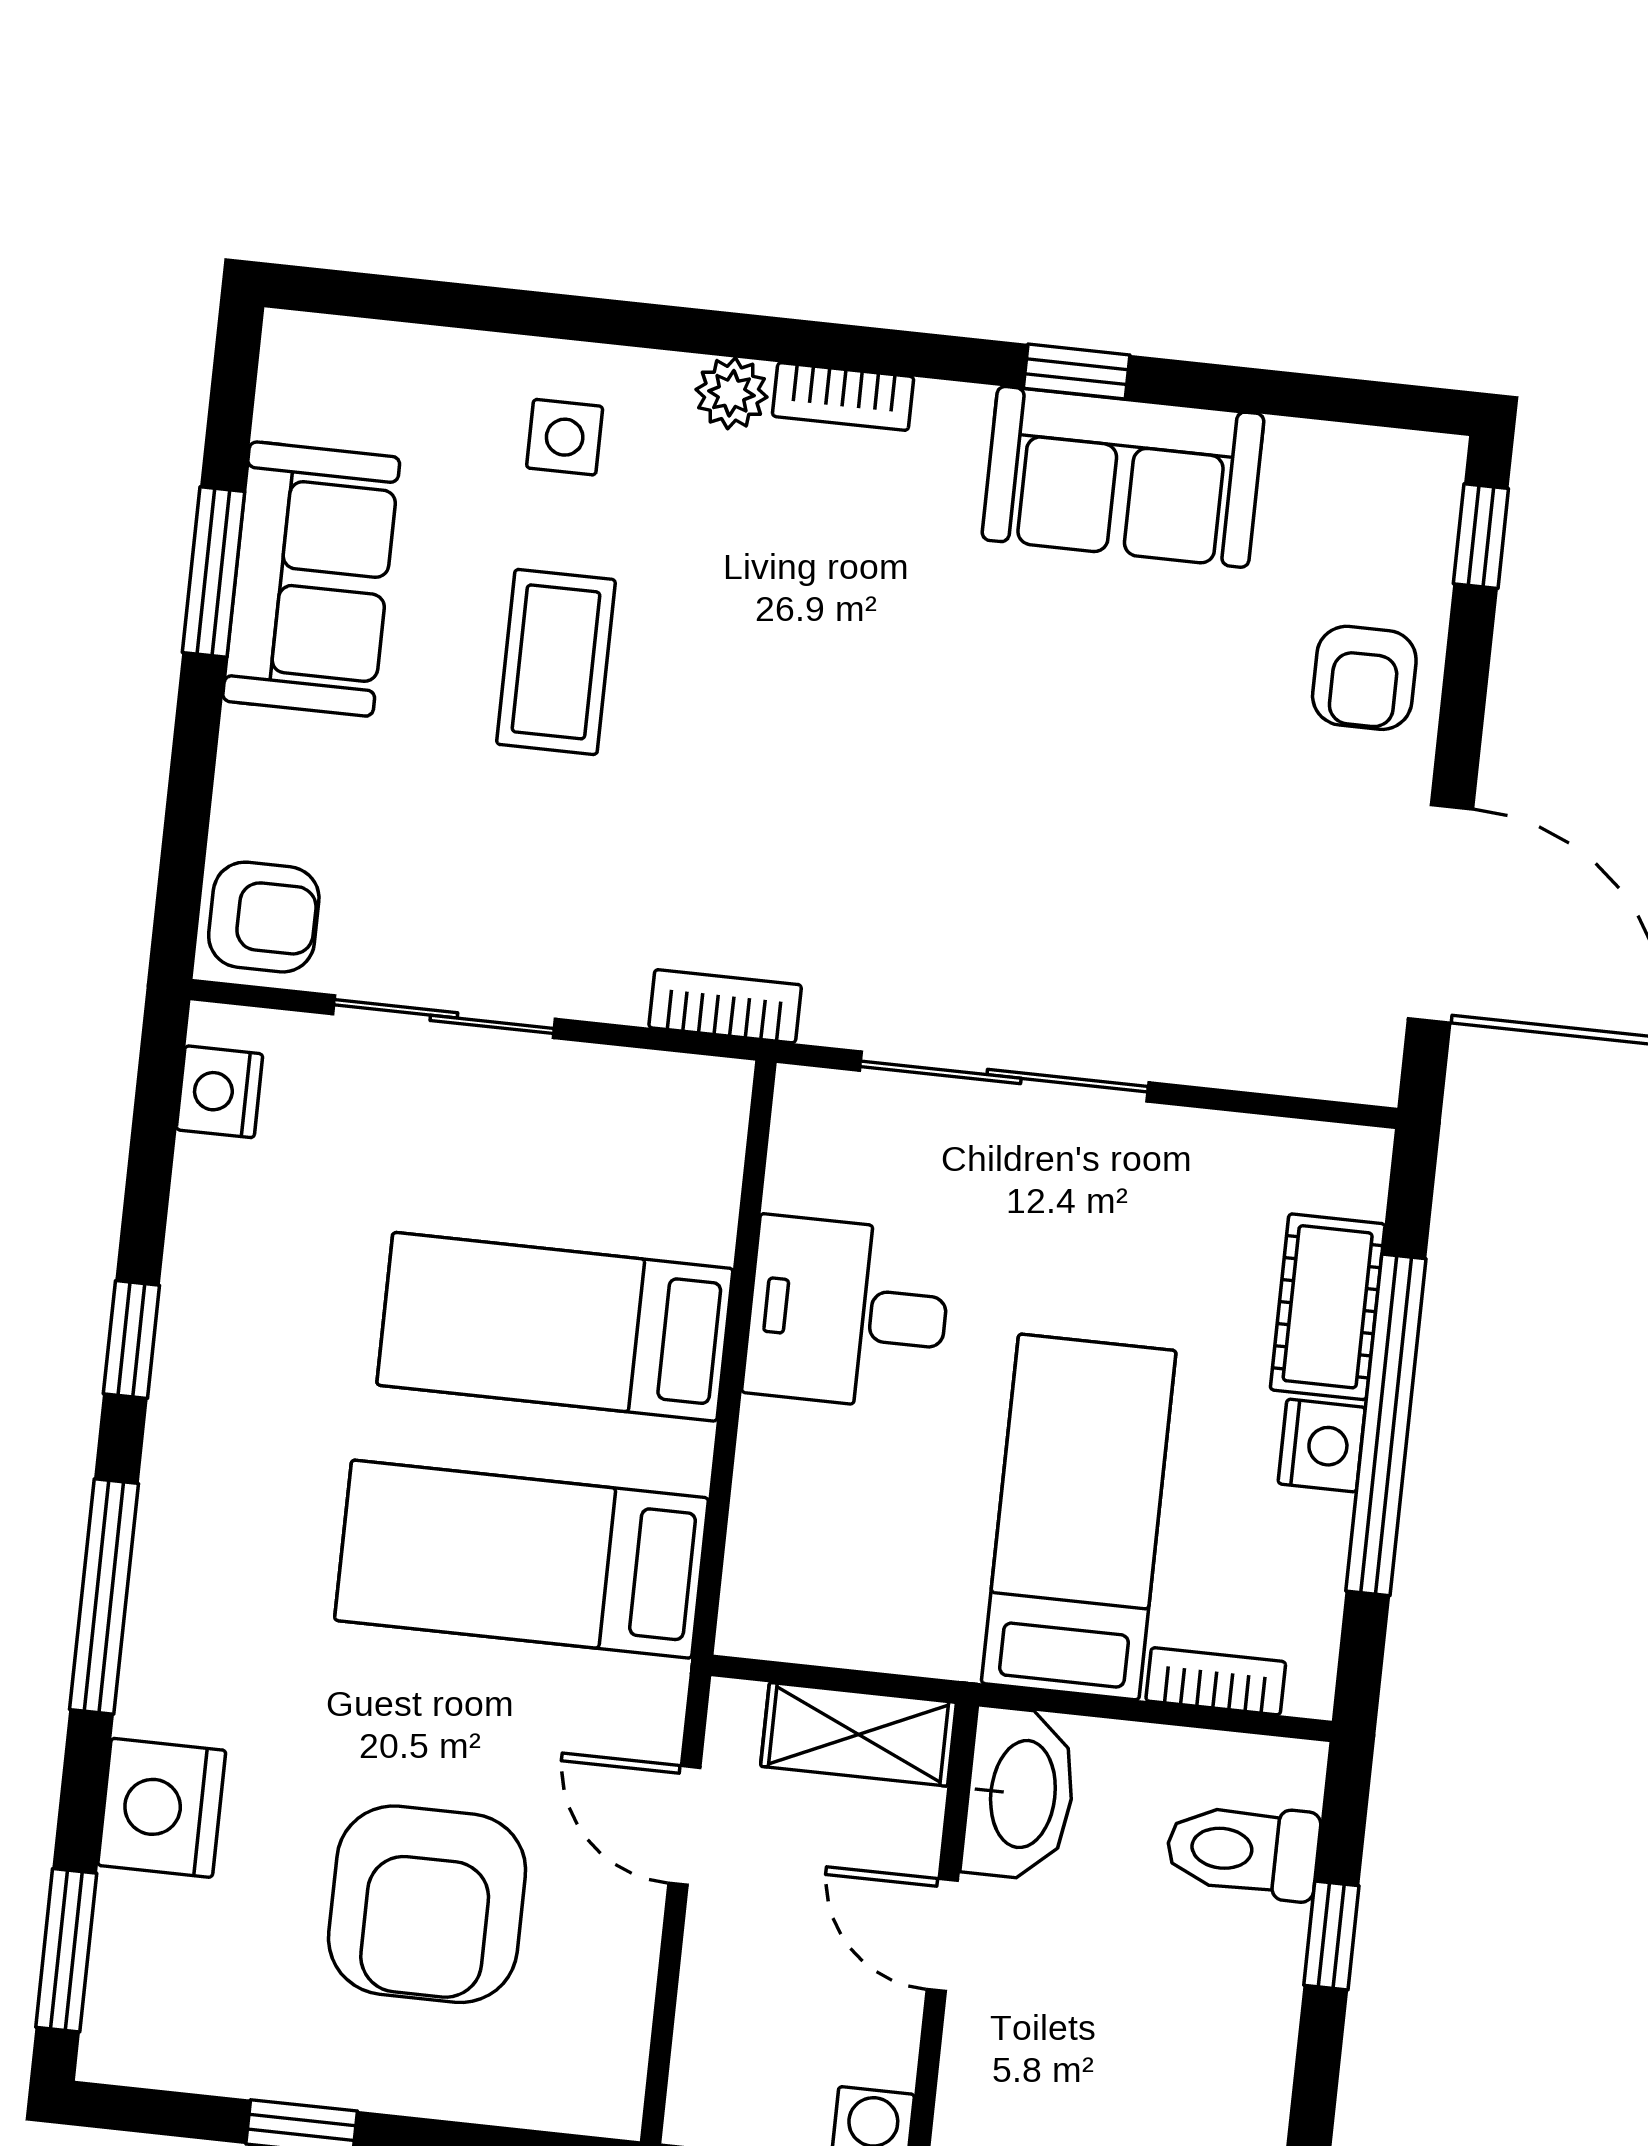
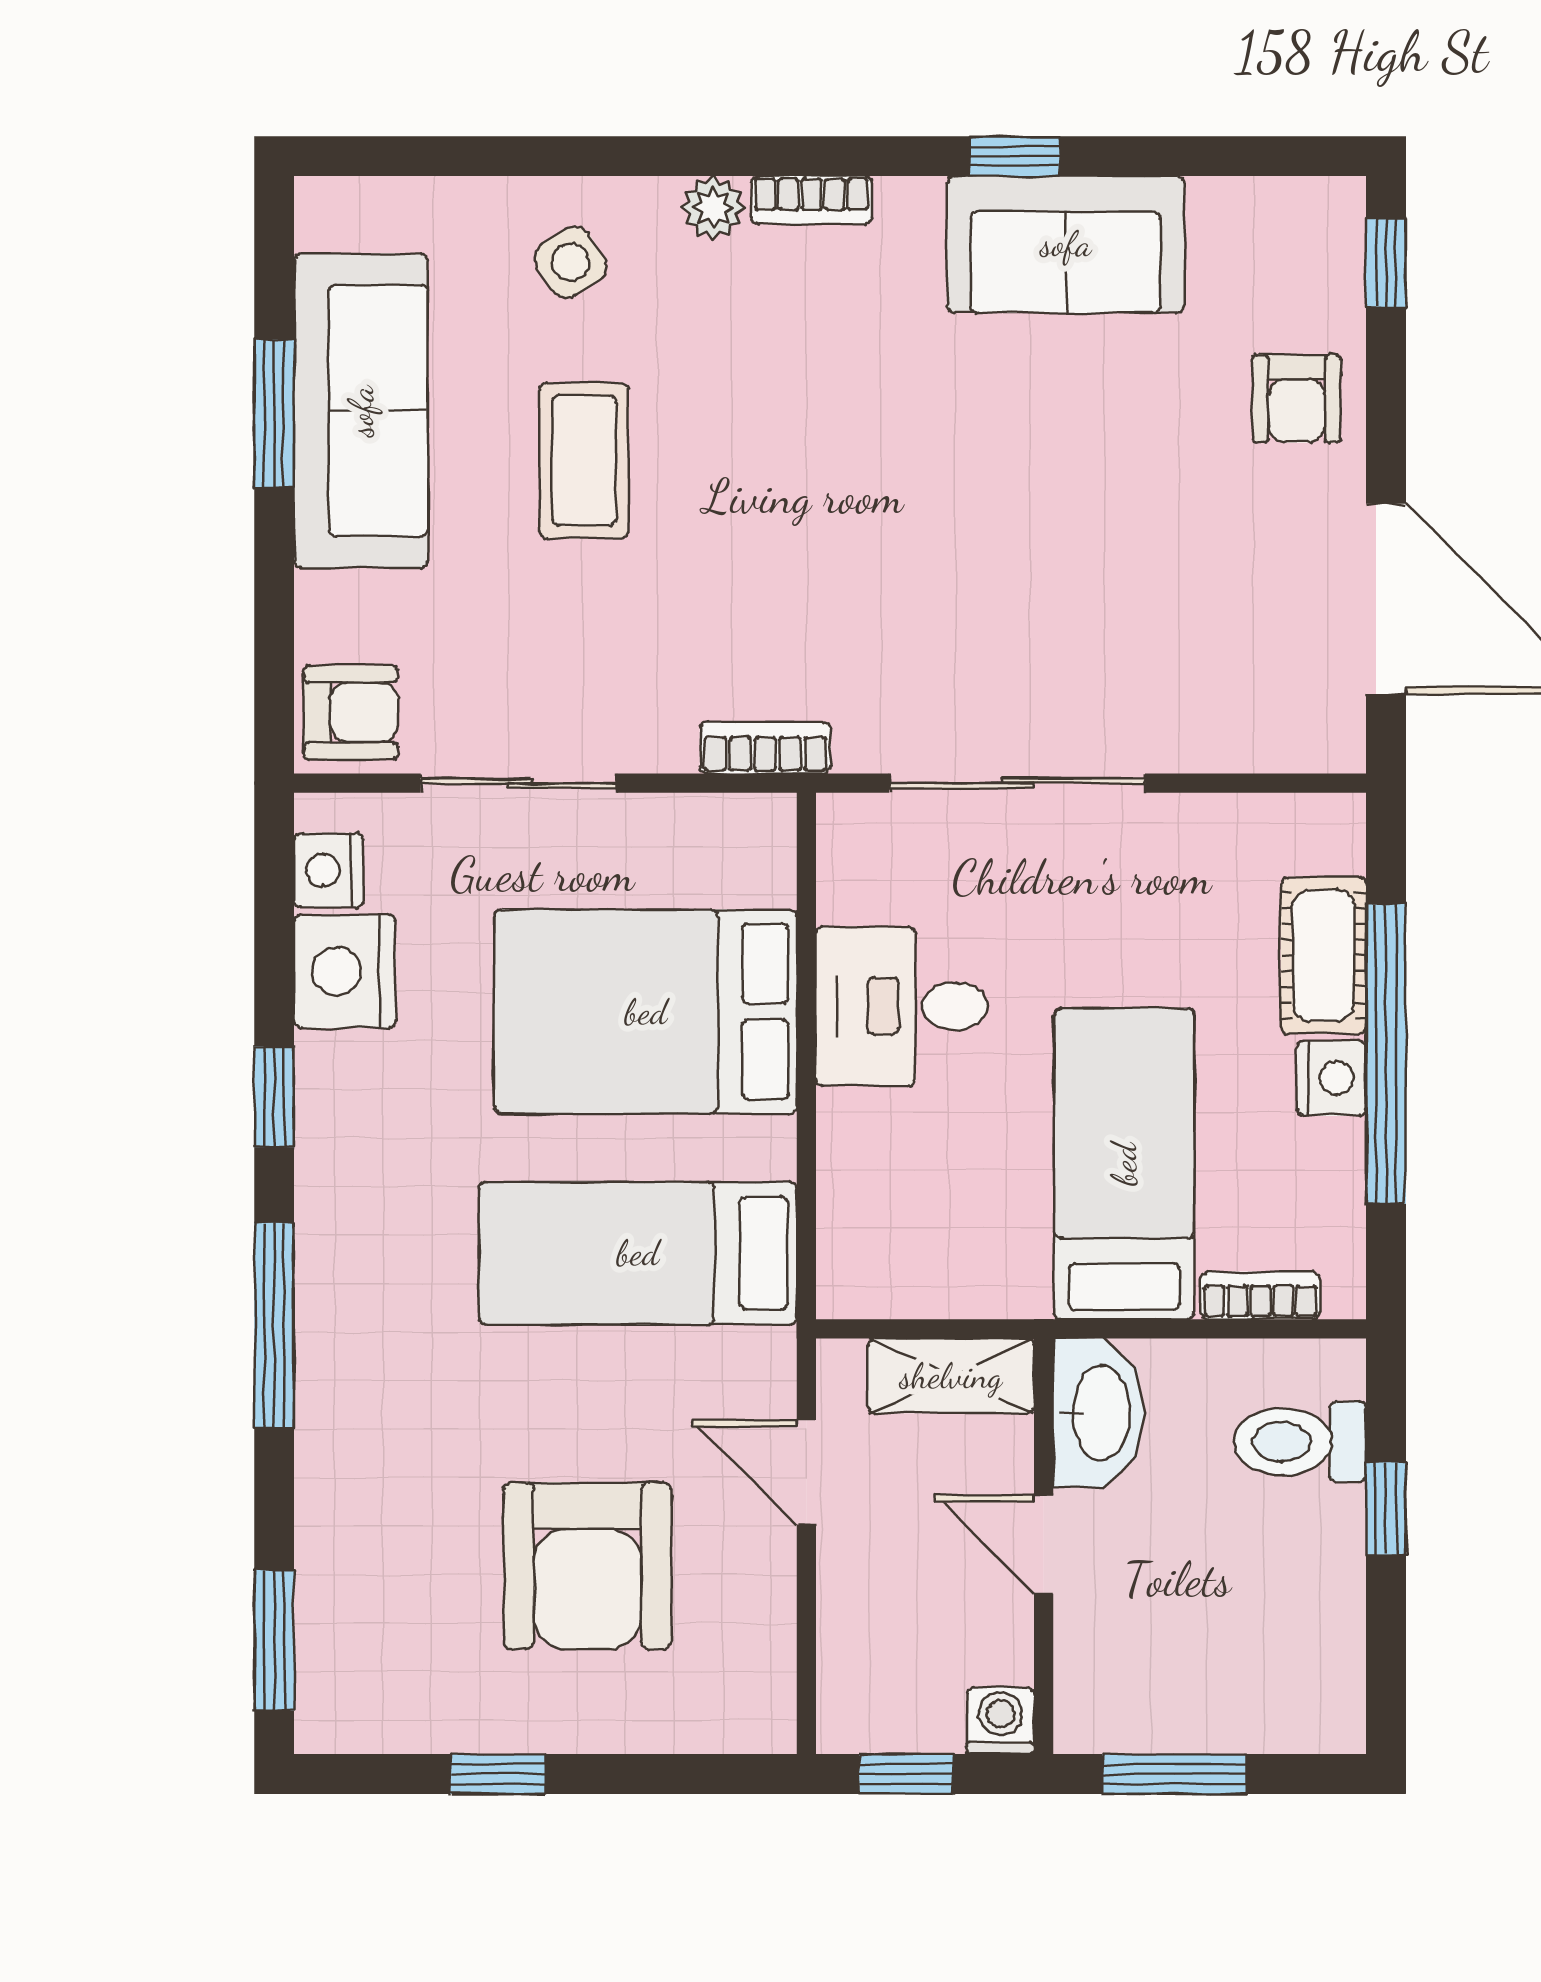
side table: (565, 437) -> (570, 262), turned -33
sofa: (311, 579) -> (361, 411), width x1.36
bed: (555, 1327) -> (646, 1012), width x1.50
nightstand: (162, 1808) -> (345, 971), moved

